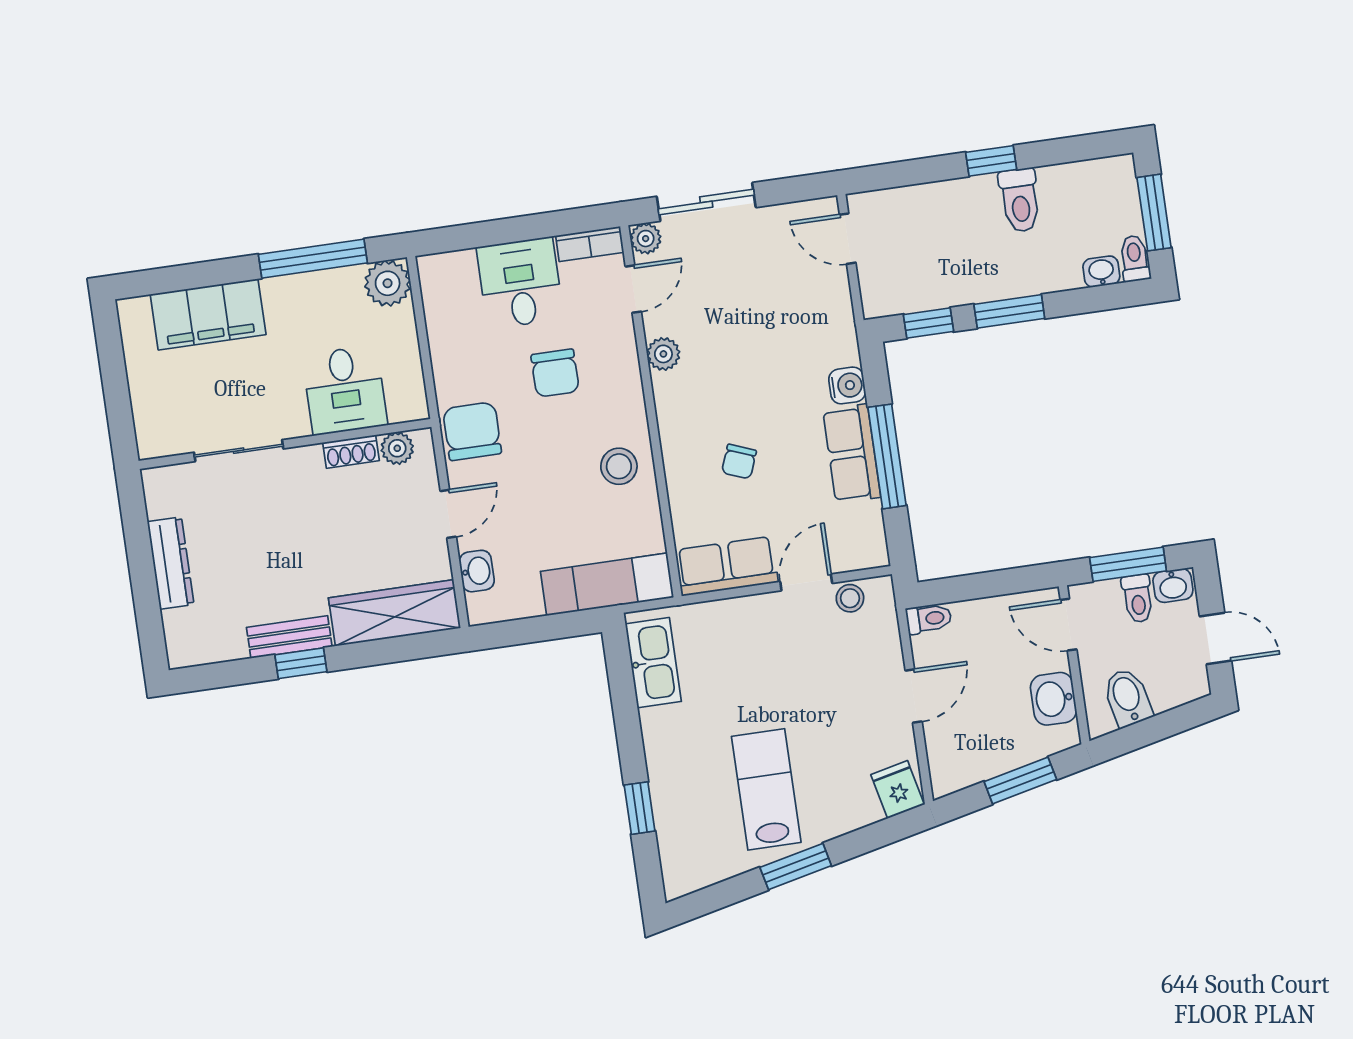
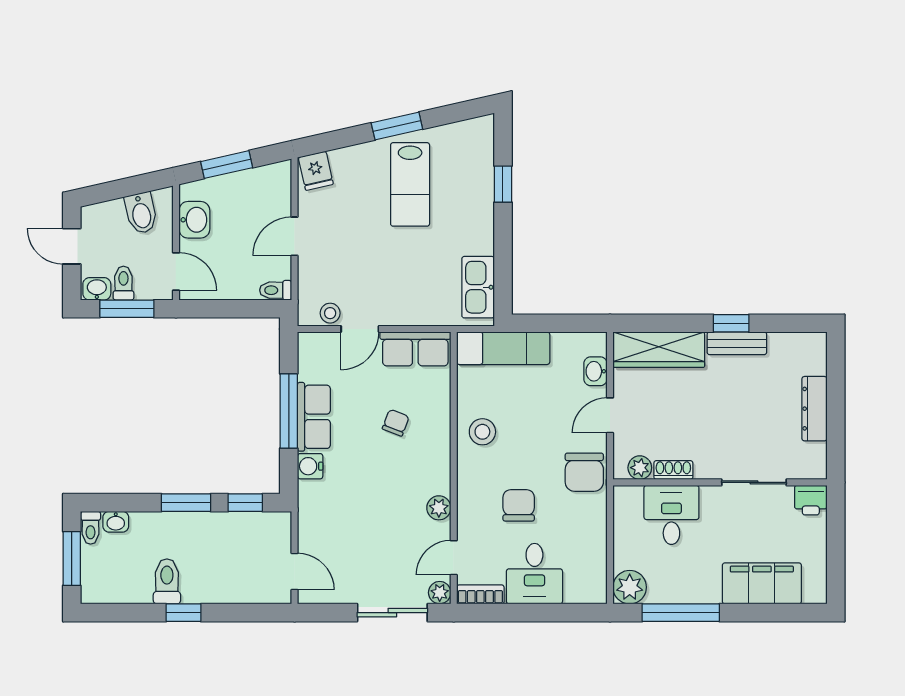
printer: (158, 438) -> (811, 500), added

